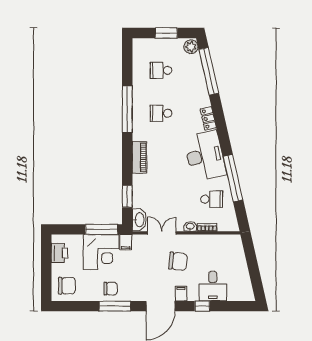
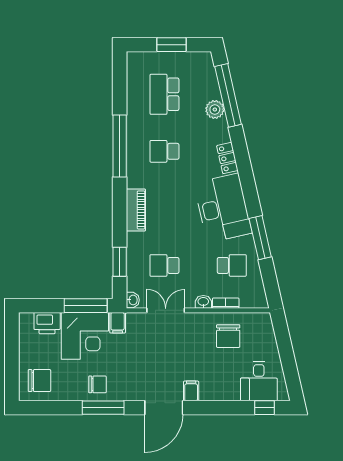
plant: (191, 47) -> (215, 109), moved
school desk: (161, 70) -> (164, 94), width x1.85
window: (233, 178) -> (260, 238), width x0.68
school desk: (161, 199) -> (164, 265), added
washbasin: (139, 220) -> (133, 300), width x0.52, depth x0.69
printer: (59, 253) -> (47, 323), moved, turned 90
chair: (178, 261) -> (228, 336), moved, turned 84
desk: (213, 286) -> (259, 381), moved
window: (202, 306) -> (264, 408), moved

